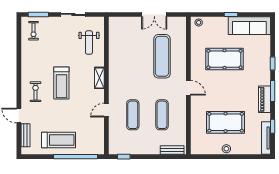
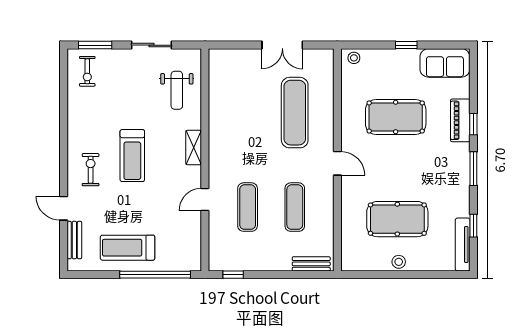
sofa: (249, 26) -> (445, 63), width x0.73
piano: (264, 99) -> (460, 120), moved
treadmill: (58, 140) -> (128, 248), turned 180

